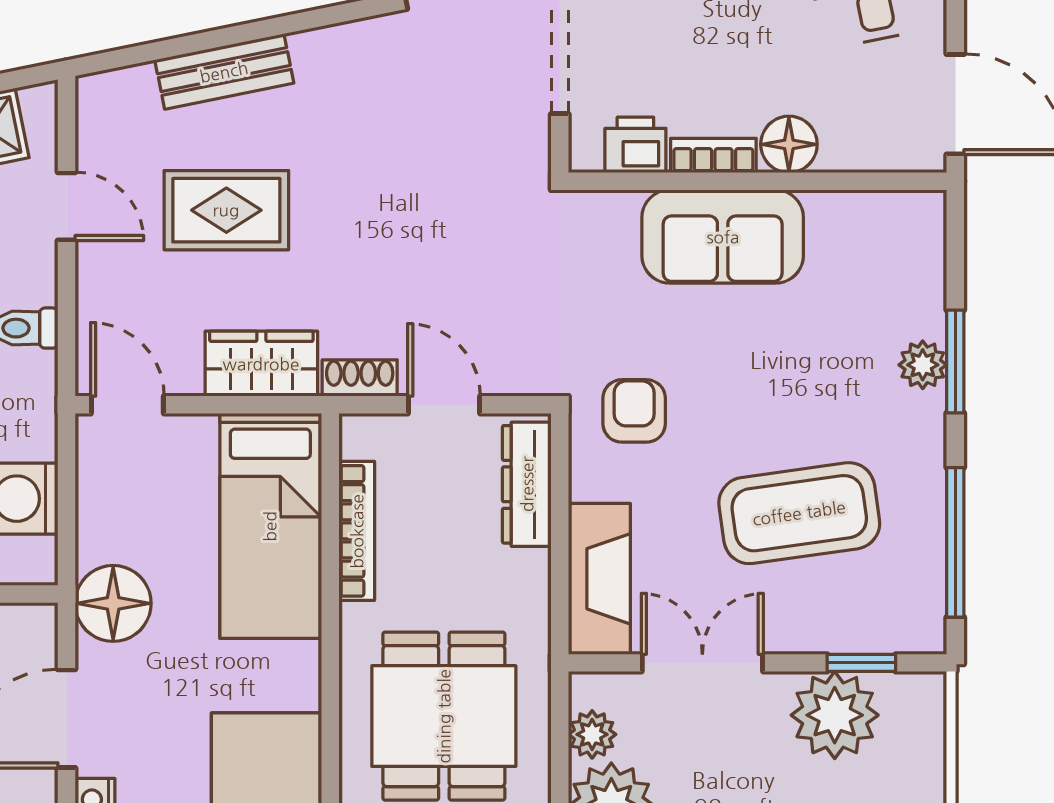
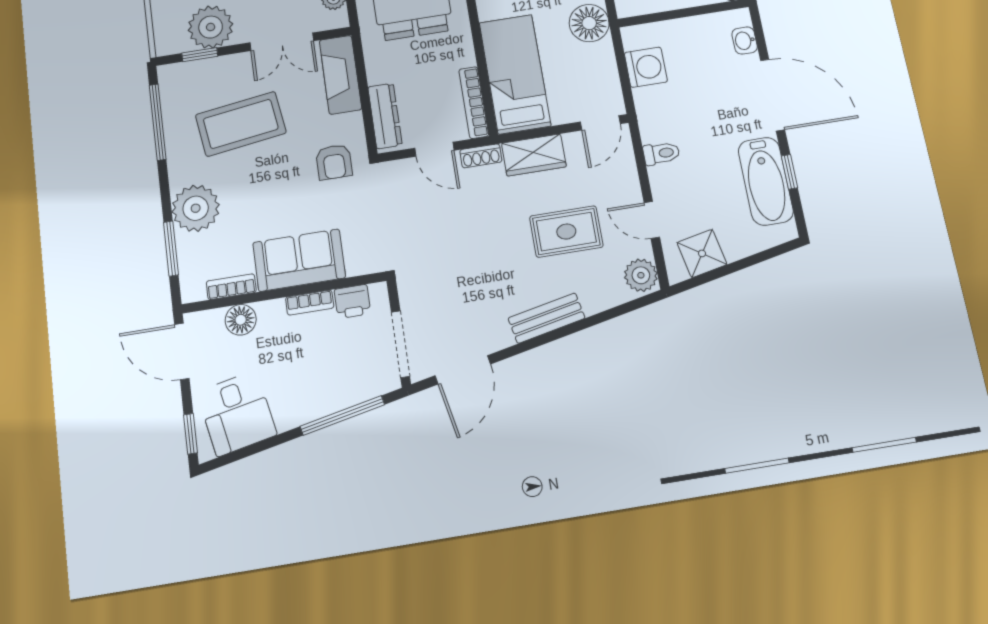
bench: (224, 72) -> (547, 318), moved
plant: (106, 108) -> (641, 275), added
floor lamp: (789, 144) -> (241, 320), moved
bookcase: (853, 208) -> (231, 287), added
window: (955, 362) -> (171, 248), moved
plant: (923, 365) -> (196, 208), width x1.87, depth x1.87
door: (127, 405) -> (600, 123), hinge flipped
bookcase: (357, 531) -> (474, 102), moved

